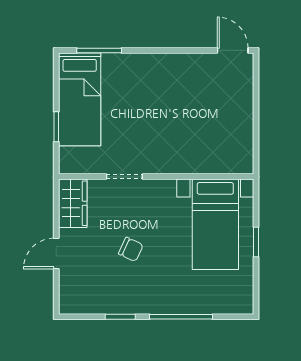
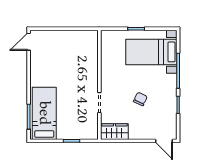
bed: (80, 99) -> (44, 113), moved, turned -90
bed with nightstands: (215, 224) -> (151, 52), moved, turned 180
door: (56, 253) -> (164, 141), moved

